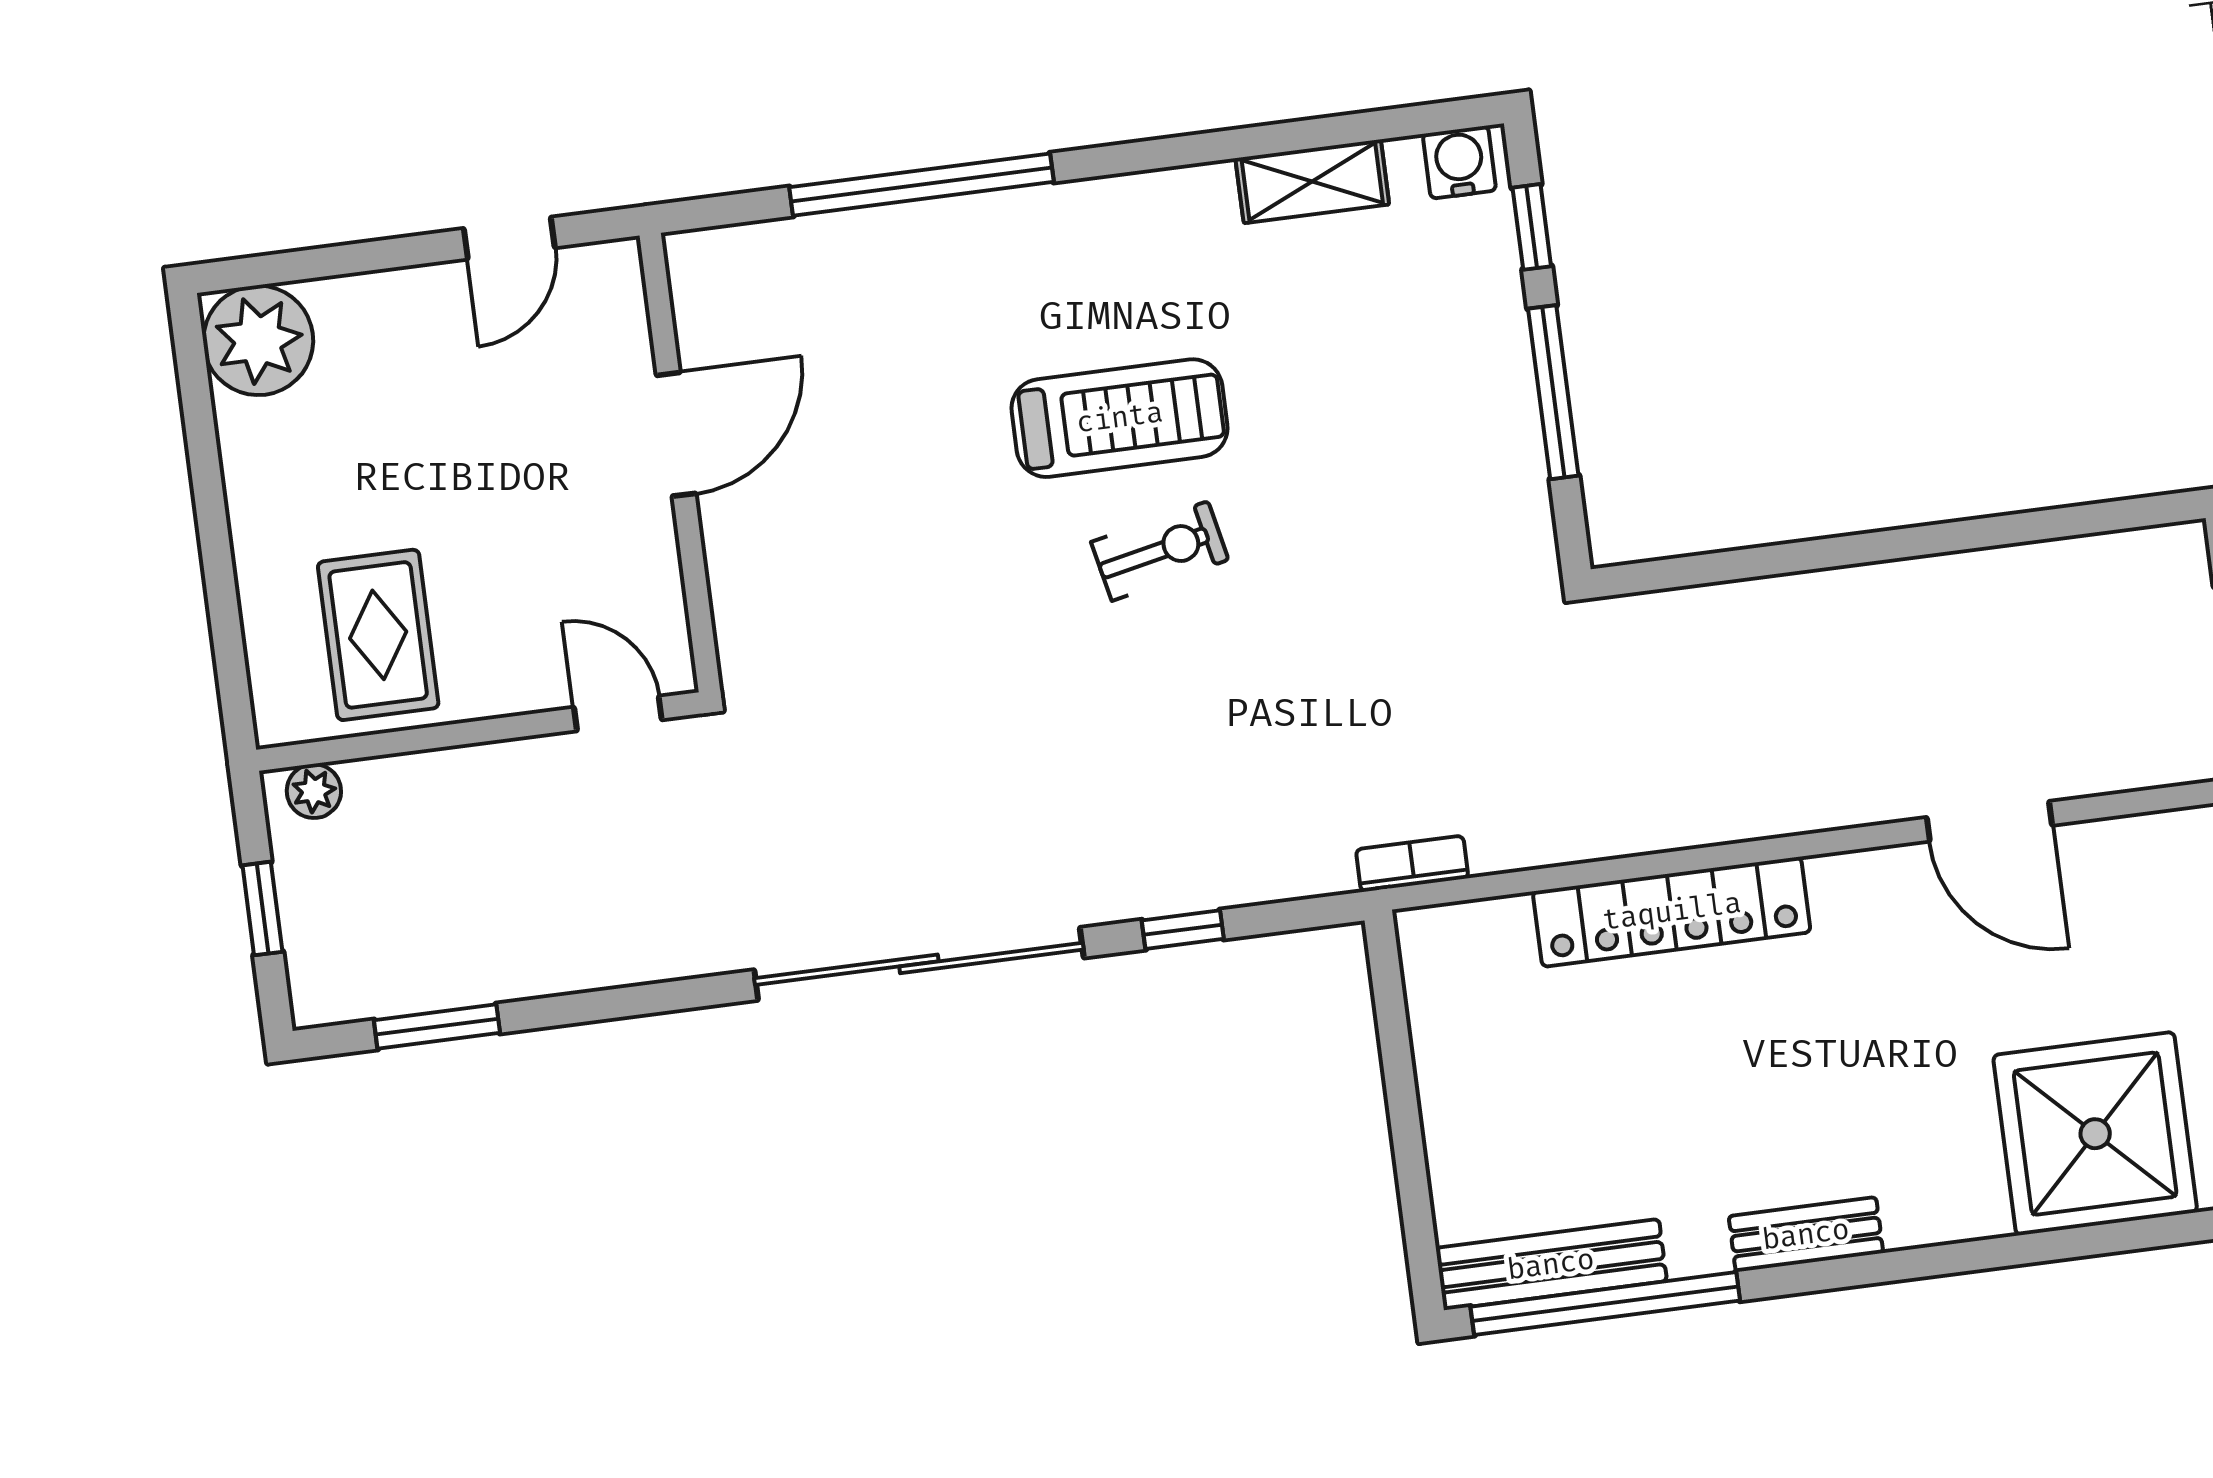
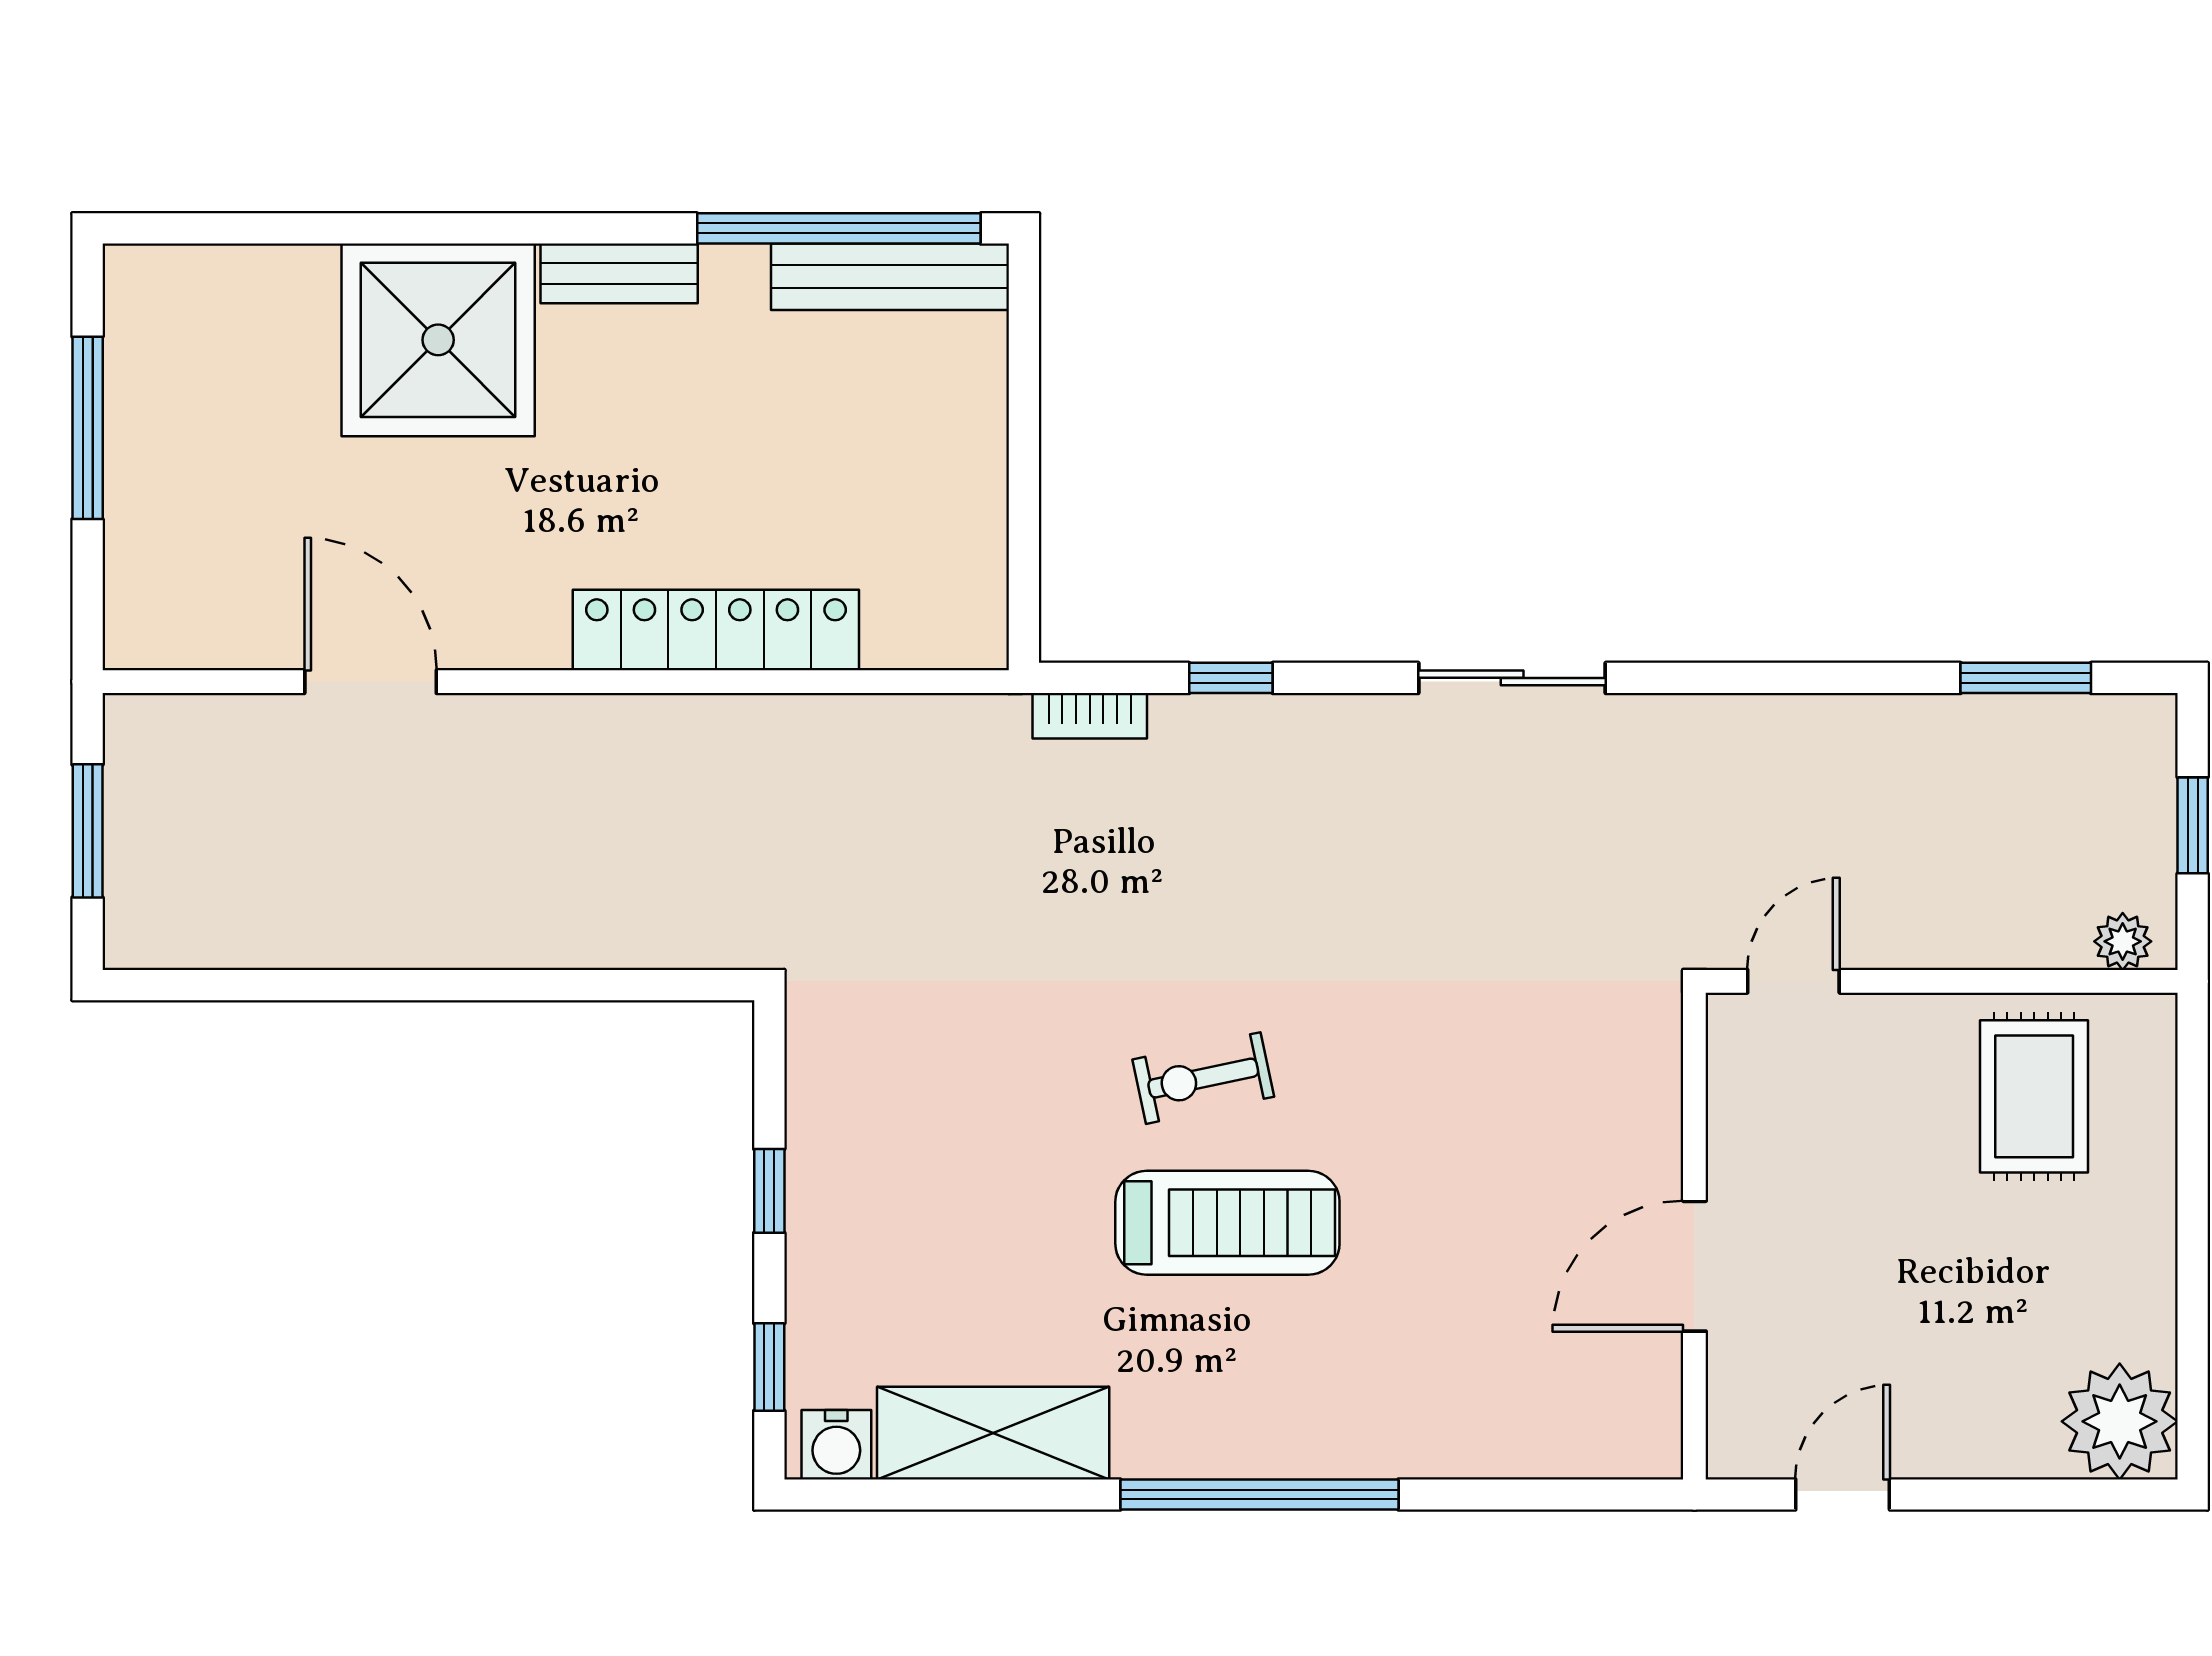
shelving: (1312, 181) -> (993, 1433), width x1.50, depth x1.33
window: (922, 185) -> (1259, 1494), moved
window: (1553, 392) -> (769, 1191), width x0.46
treadmill: (1120, 418) -> (1227, 1223), turned 180
door: (618, 714) -> (1793, 981), swing flipped
bookcase: (1412, 864) -> (1090, 716), moved
sliding door: (919, 964) -> (1512, 678), width x0.54
shower: (2095, 1134) -> (438, 340), moved

